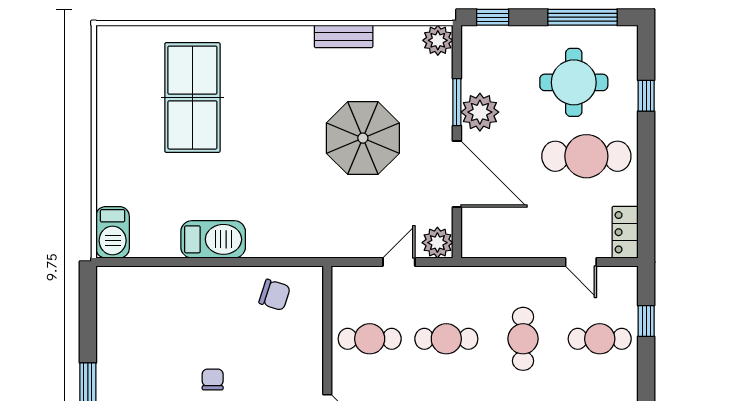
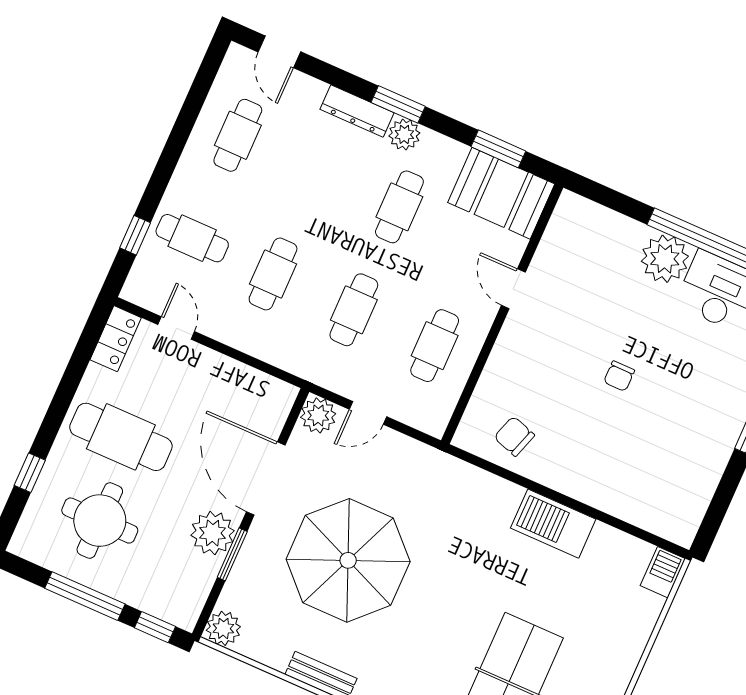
window: (583, 17) -> (85, 596), moved
parasol: (363, 138) -> (348, 560), width x1.36, depth x1.36
barbecue: (113, 232) -> (663, 572), width x0.73, depth x0.79
cafe table: (370, 339) -> (435, 346), turned 90
cafe table: (446, 339) -> (354, 310), turned 90

